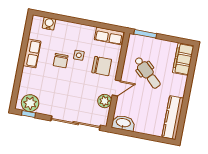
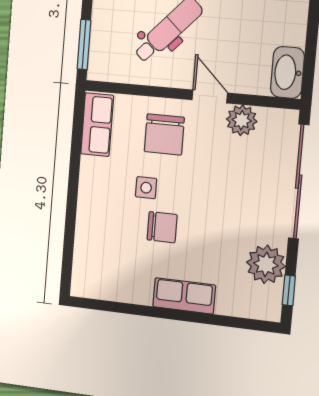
water cooler: (49, 24) -> (85, 259), removed
row of seats: (32, 53) -> (184, 296), moved
chair: (102, 66) -> (164, 134), turned 180
plant: (30, 103) -> (266, 264), moved

